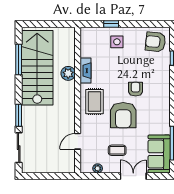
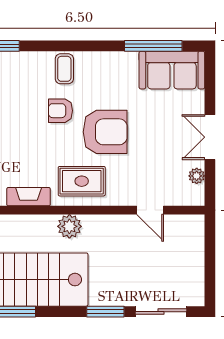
plant: (68, 73) -> (69, 226), moved
coffee table: (117, 150) -> (64, 69), moved
double door: (133, 176) -> (210, 137), moved

